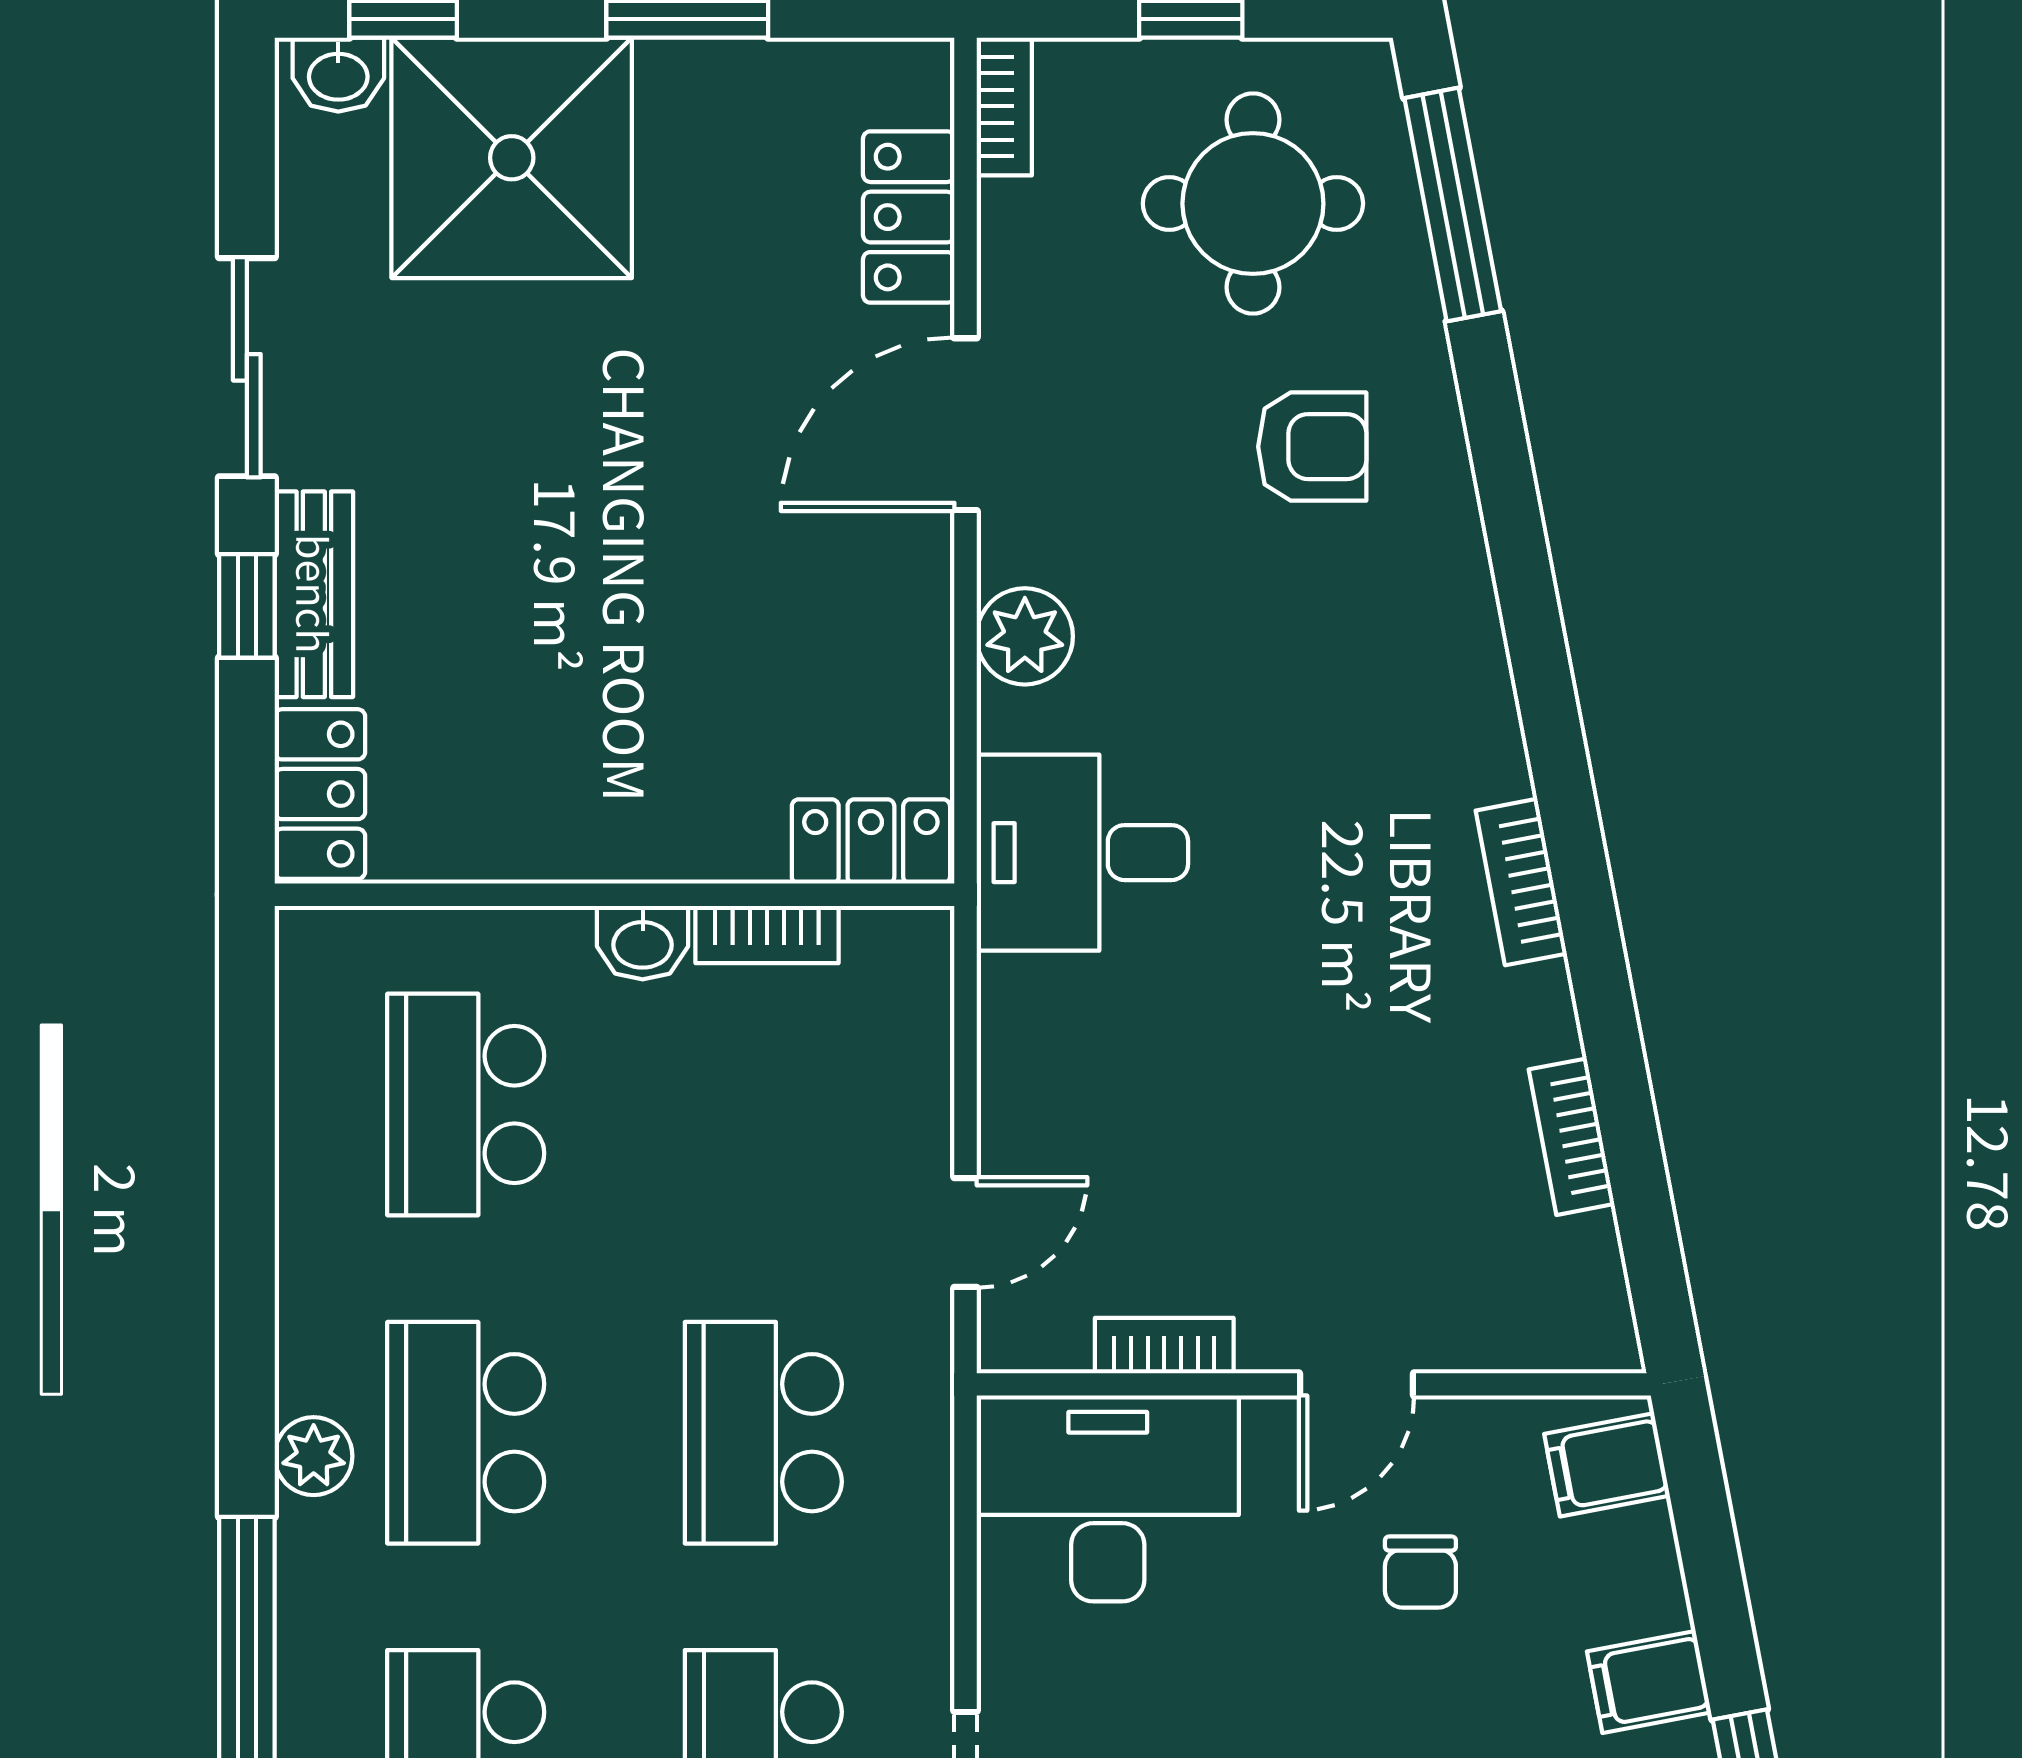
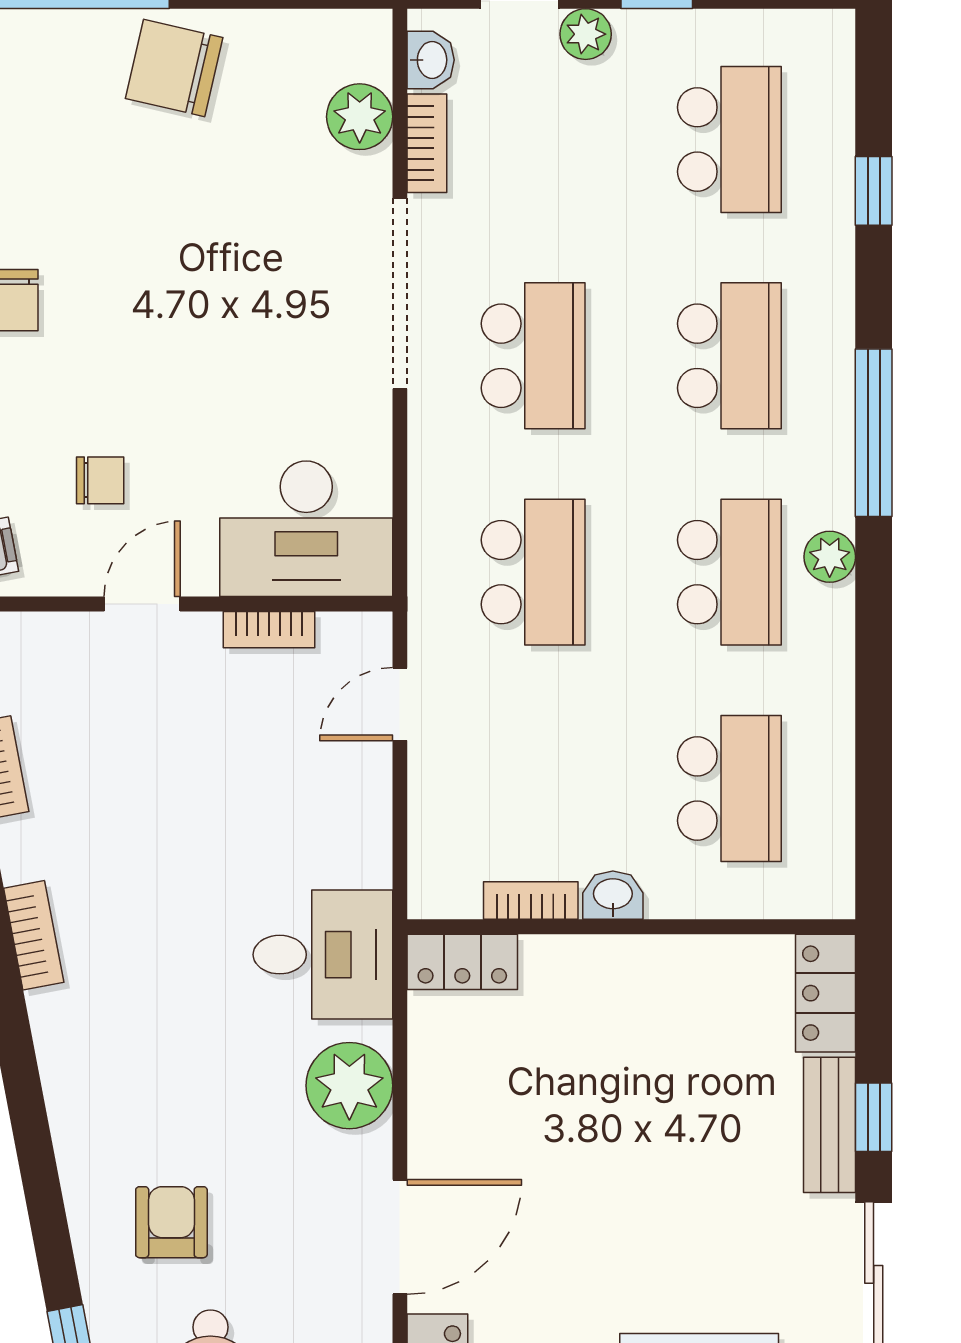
armchair: (1312, 447) -> (171, 1222), turned 90
plant: (1025, 636) -> (349, 1086), width x1.36, depth x1.36
chair: (1420, 1572) -> (100, 480), turned 90

